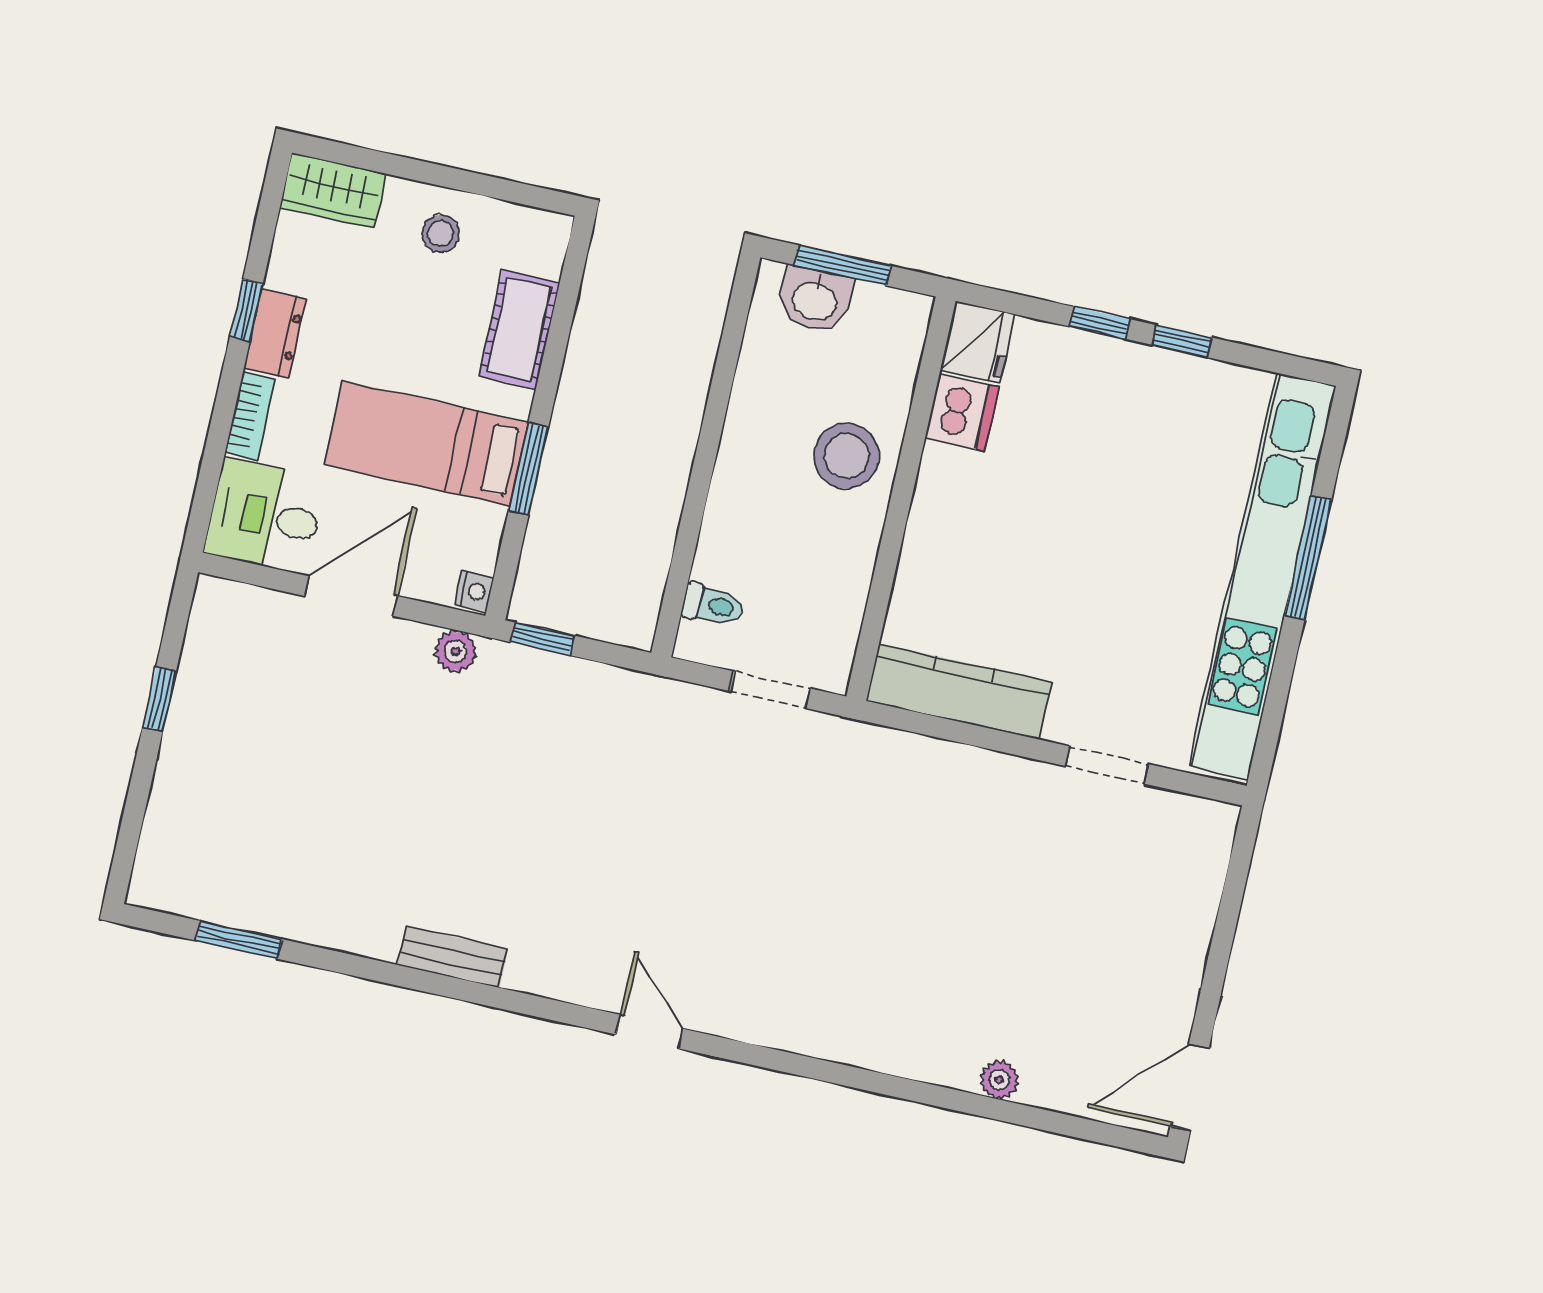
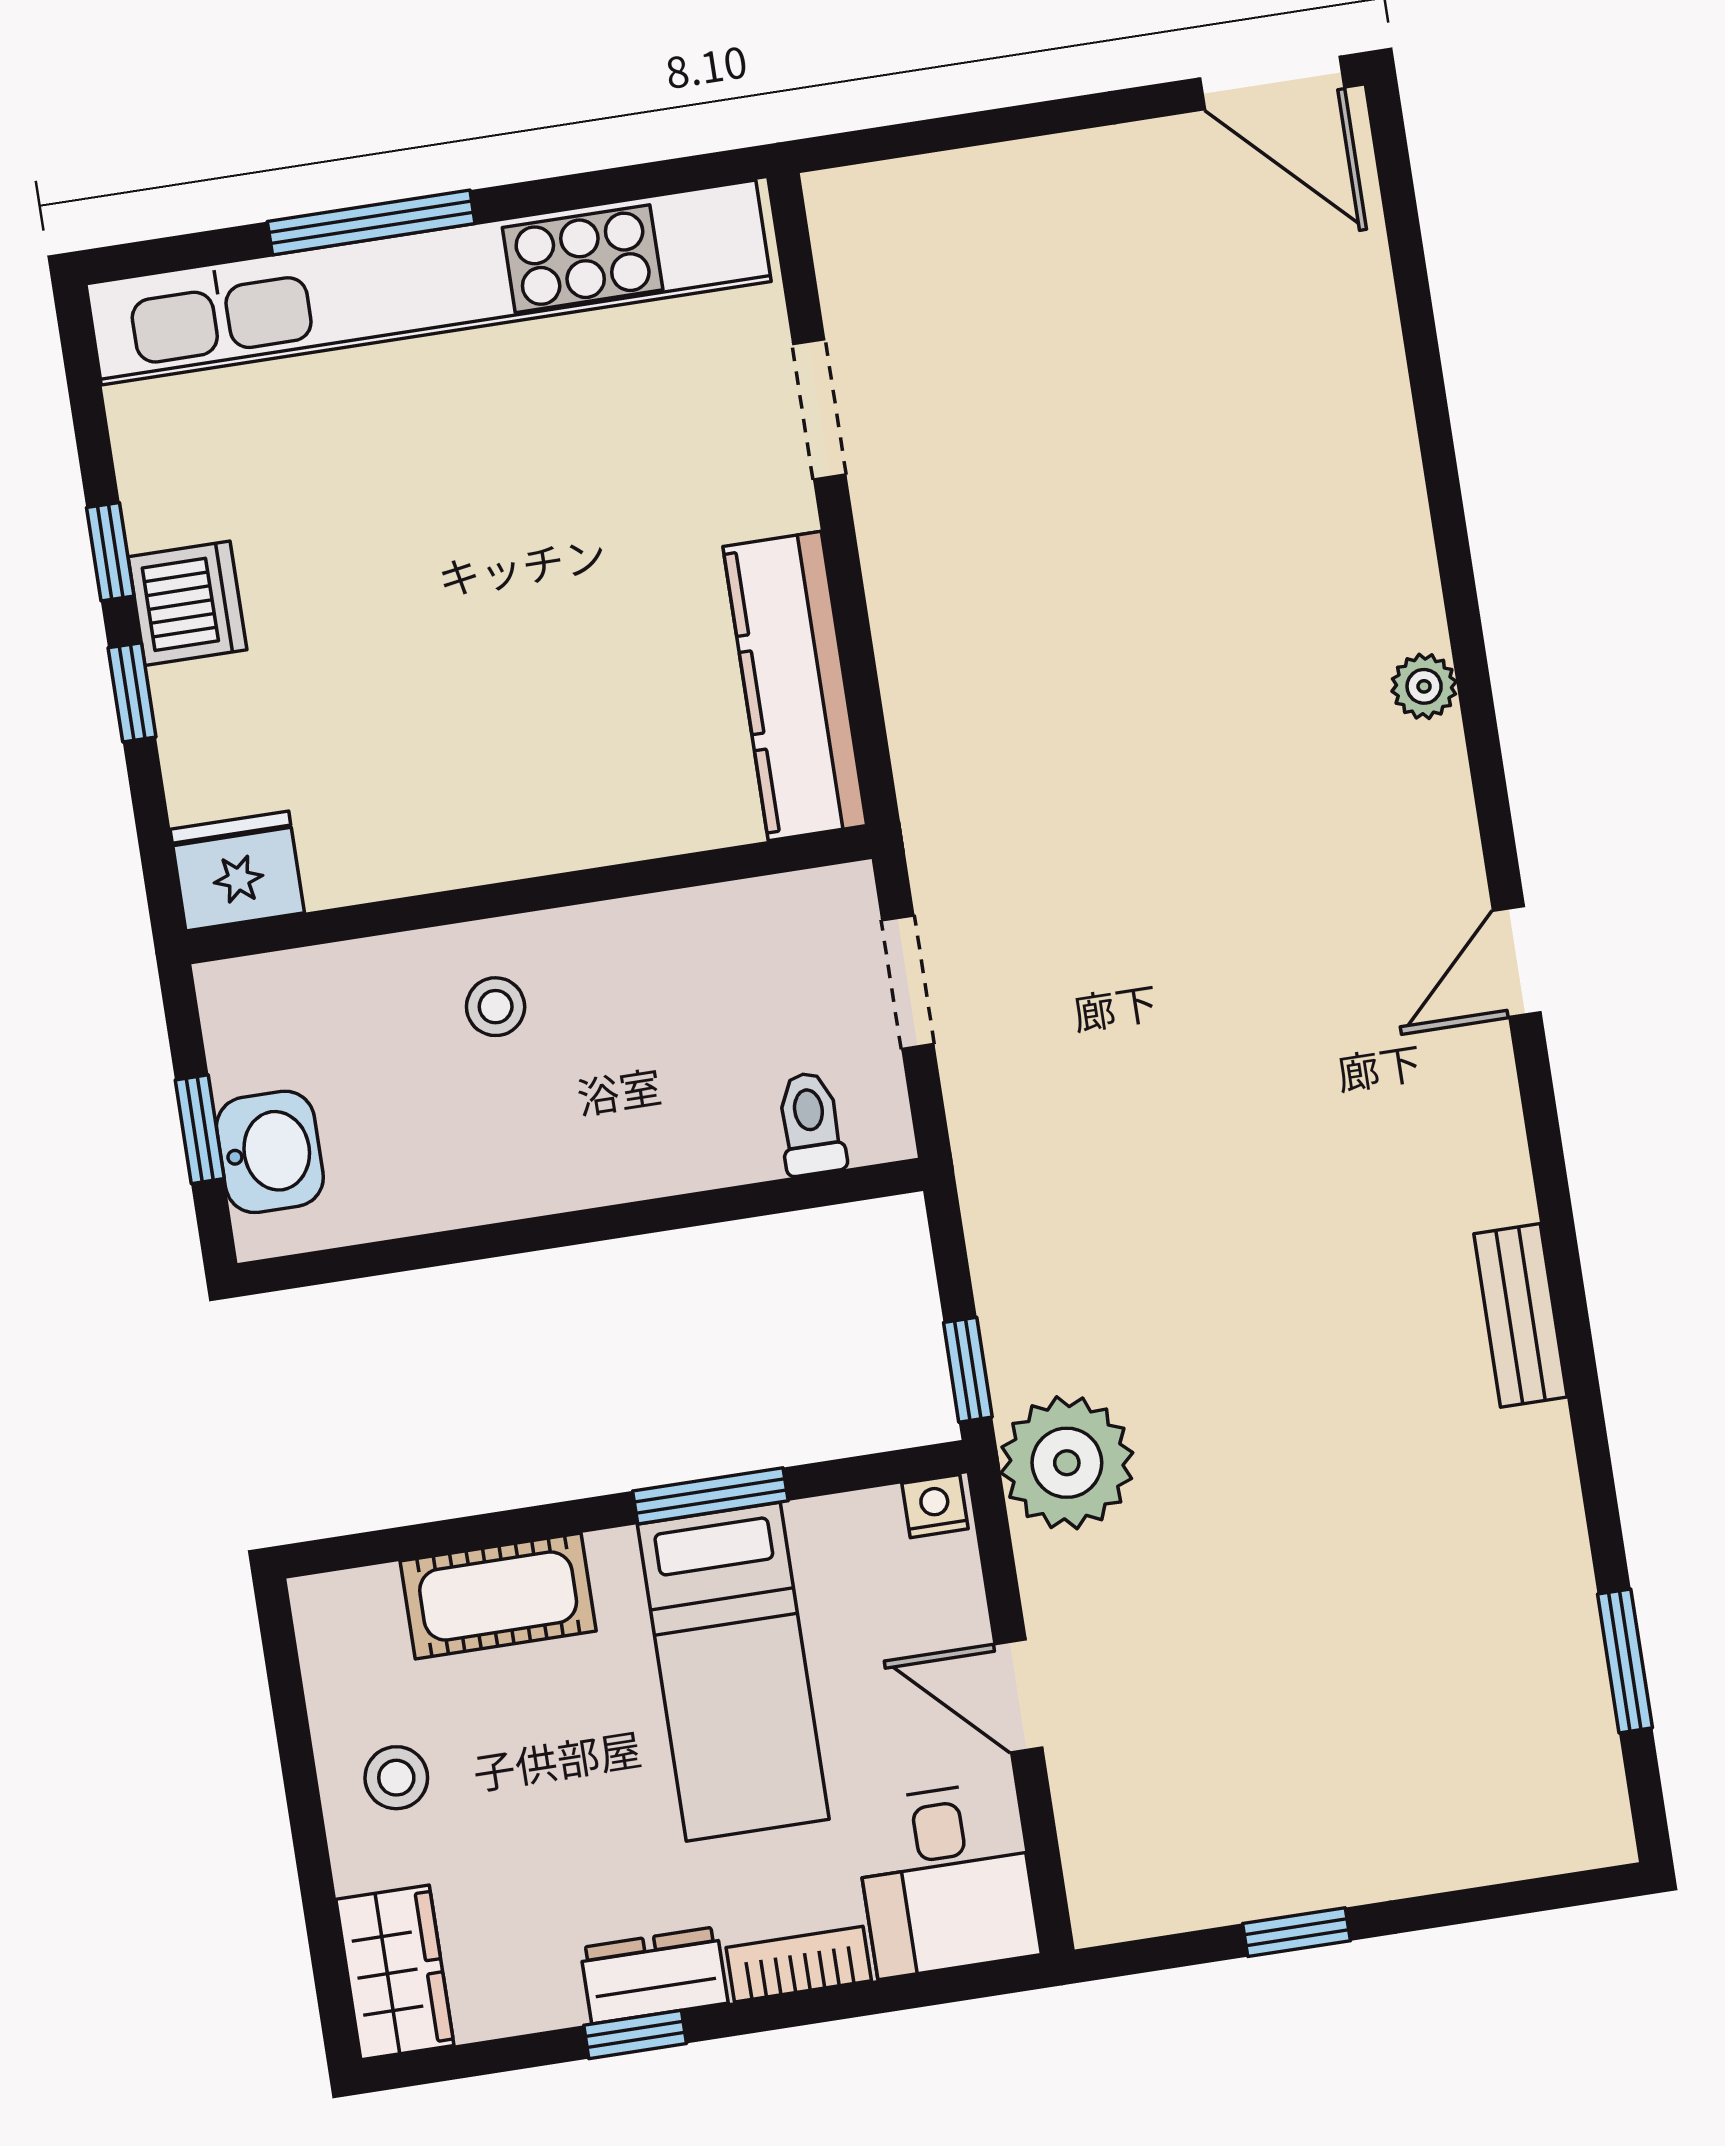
window: (843, 265) -> (200, 1129), width x0.67
dishwasher: (962, 413) -> (187, 603), moved, turned 90
stool: (846, 456) -> (496, 1007), width x0.53, depth x0.53
door: (351, 596) -> (1018, 1696), width x0.73
plant: (455, 651) -> (1067, 1463), width x1.87, depth x1.87
plant: (999, 1080) -> (1424, 686), moved

